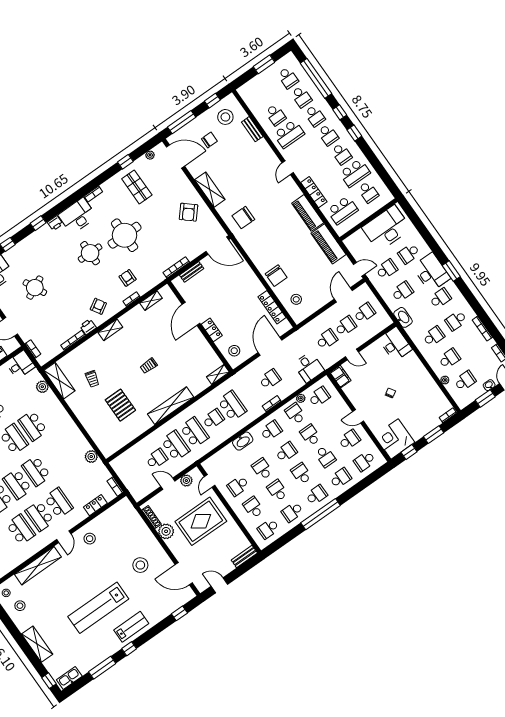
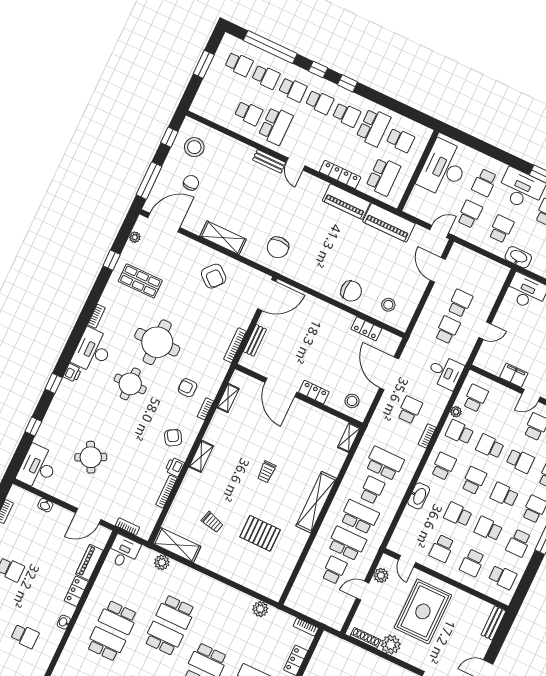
bench: (252, 129) -> (269, 161), moved
locker: (272, 307) -> (366, 329), width x0.66
school desk: (364, 313) -> (473, 276), removed
filing cabinet: (341, 377) -> (514, 375), moved
school desk: (253, 507) -> (472, 563), turned -90
school desk: (268, 529) -> (503, 577), turned -90

